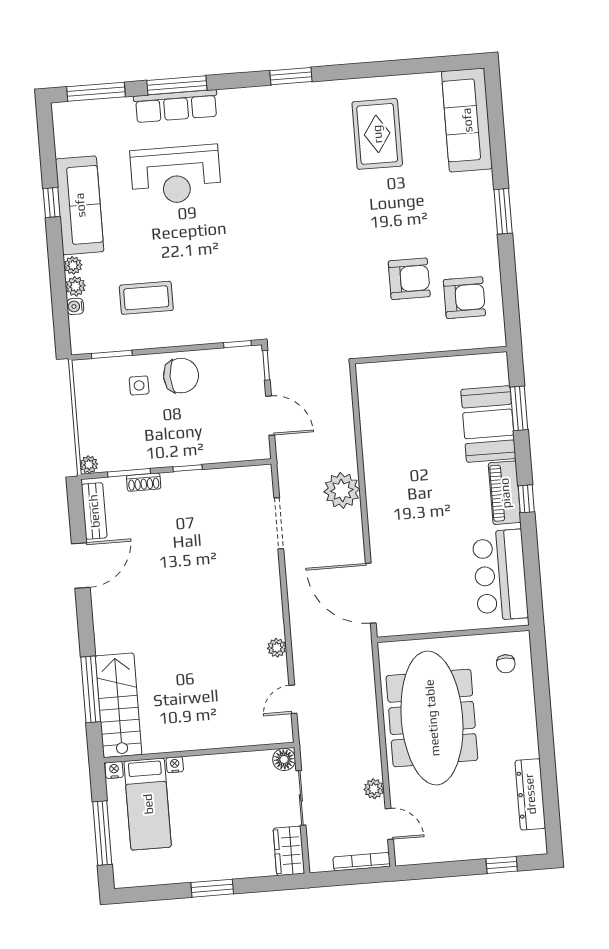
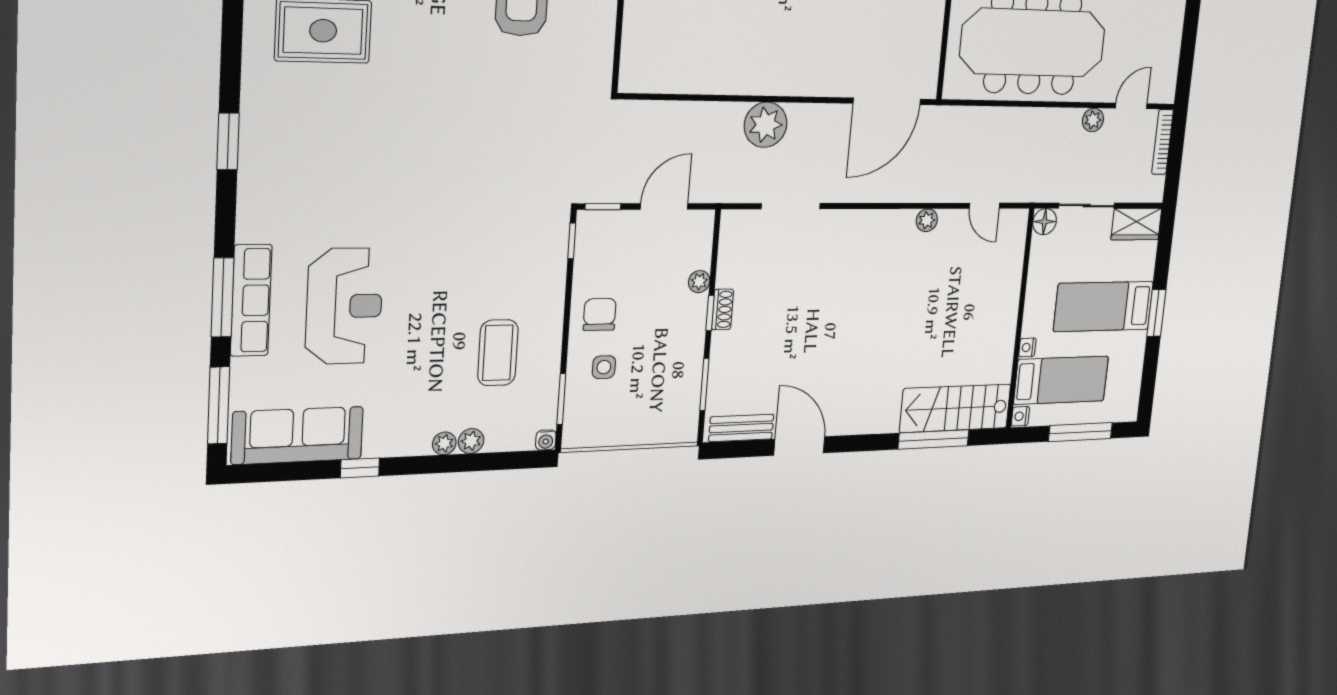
sofa: (80, 205) -> (297, 435), moved
water cooler: (75, 306) -> (546, 440), moved
chair: (181, 376) -> (600, 314), width x0.73, depth x0.73
plant: (89, 465) -> (699, 282), moved
shoe rack: (144, 482) -> (723, 309), moved
bed: (215, 833) -> (1104, 306), added

